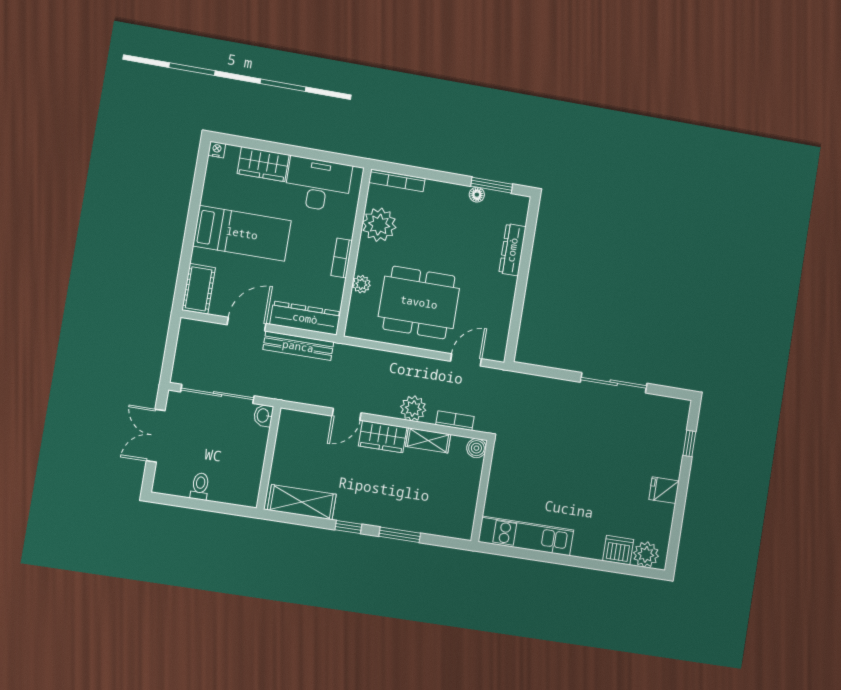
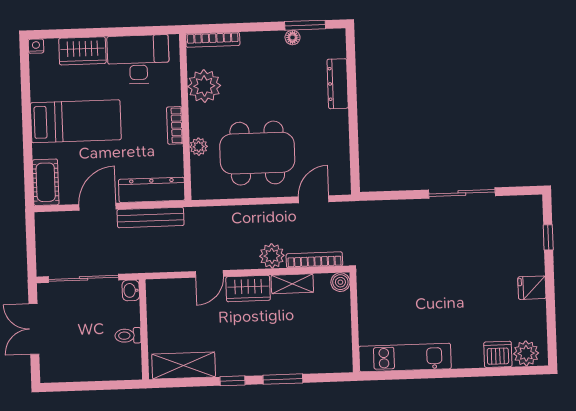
bookcase: (455, 421) -> (314, 260), width x1.56
toilet: (200, 486) -> (128, 336), moved, turned -90

